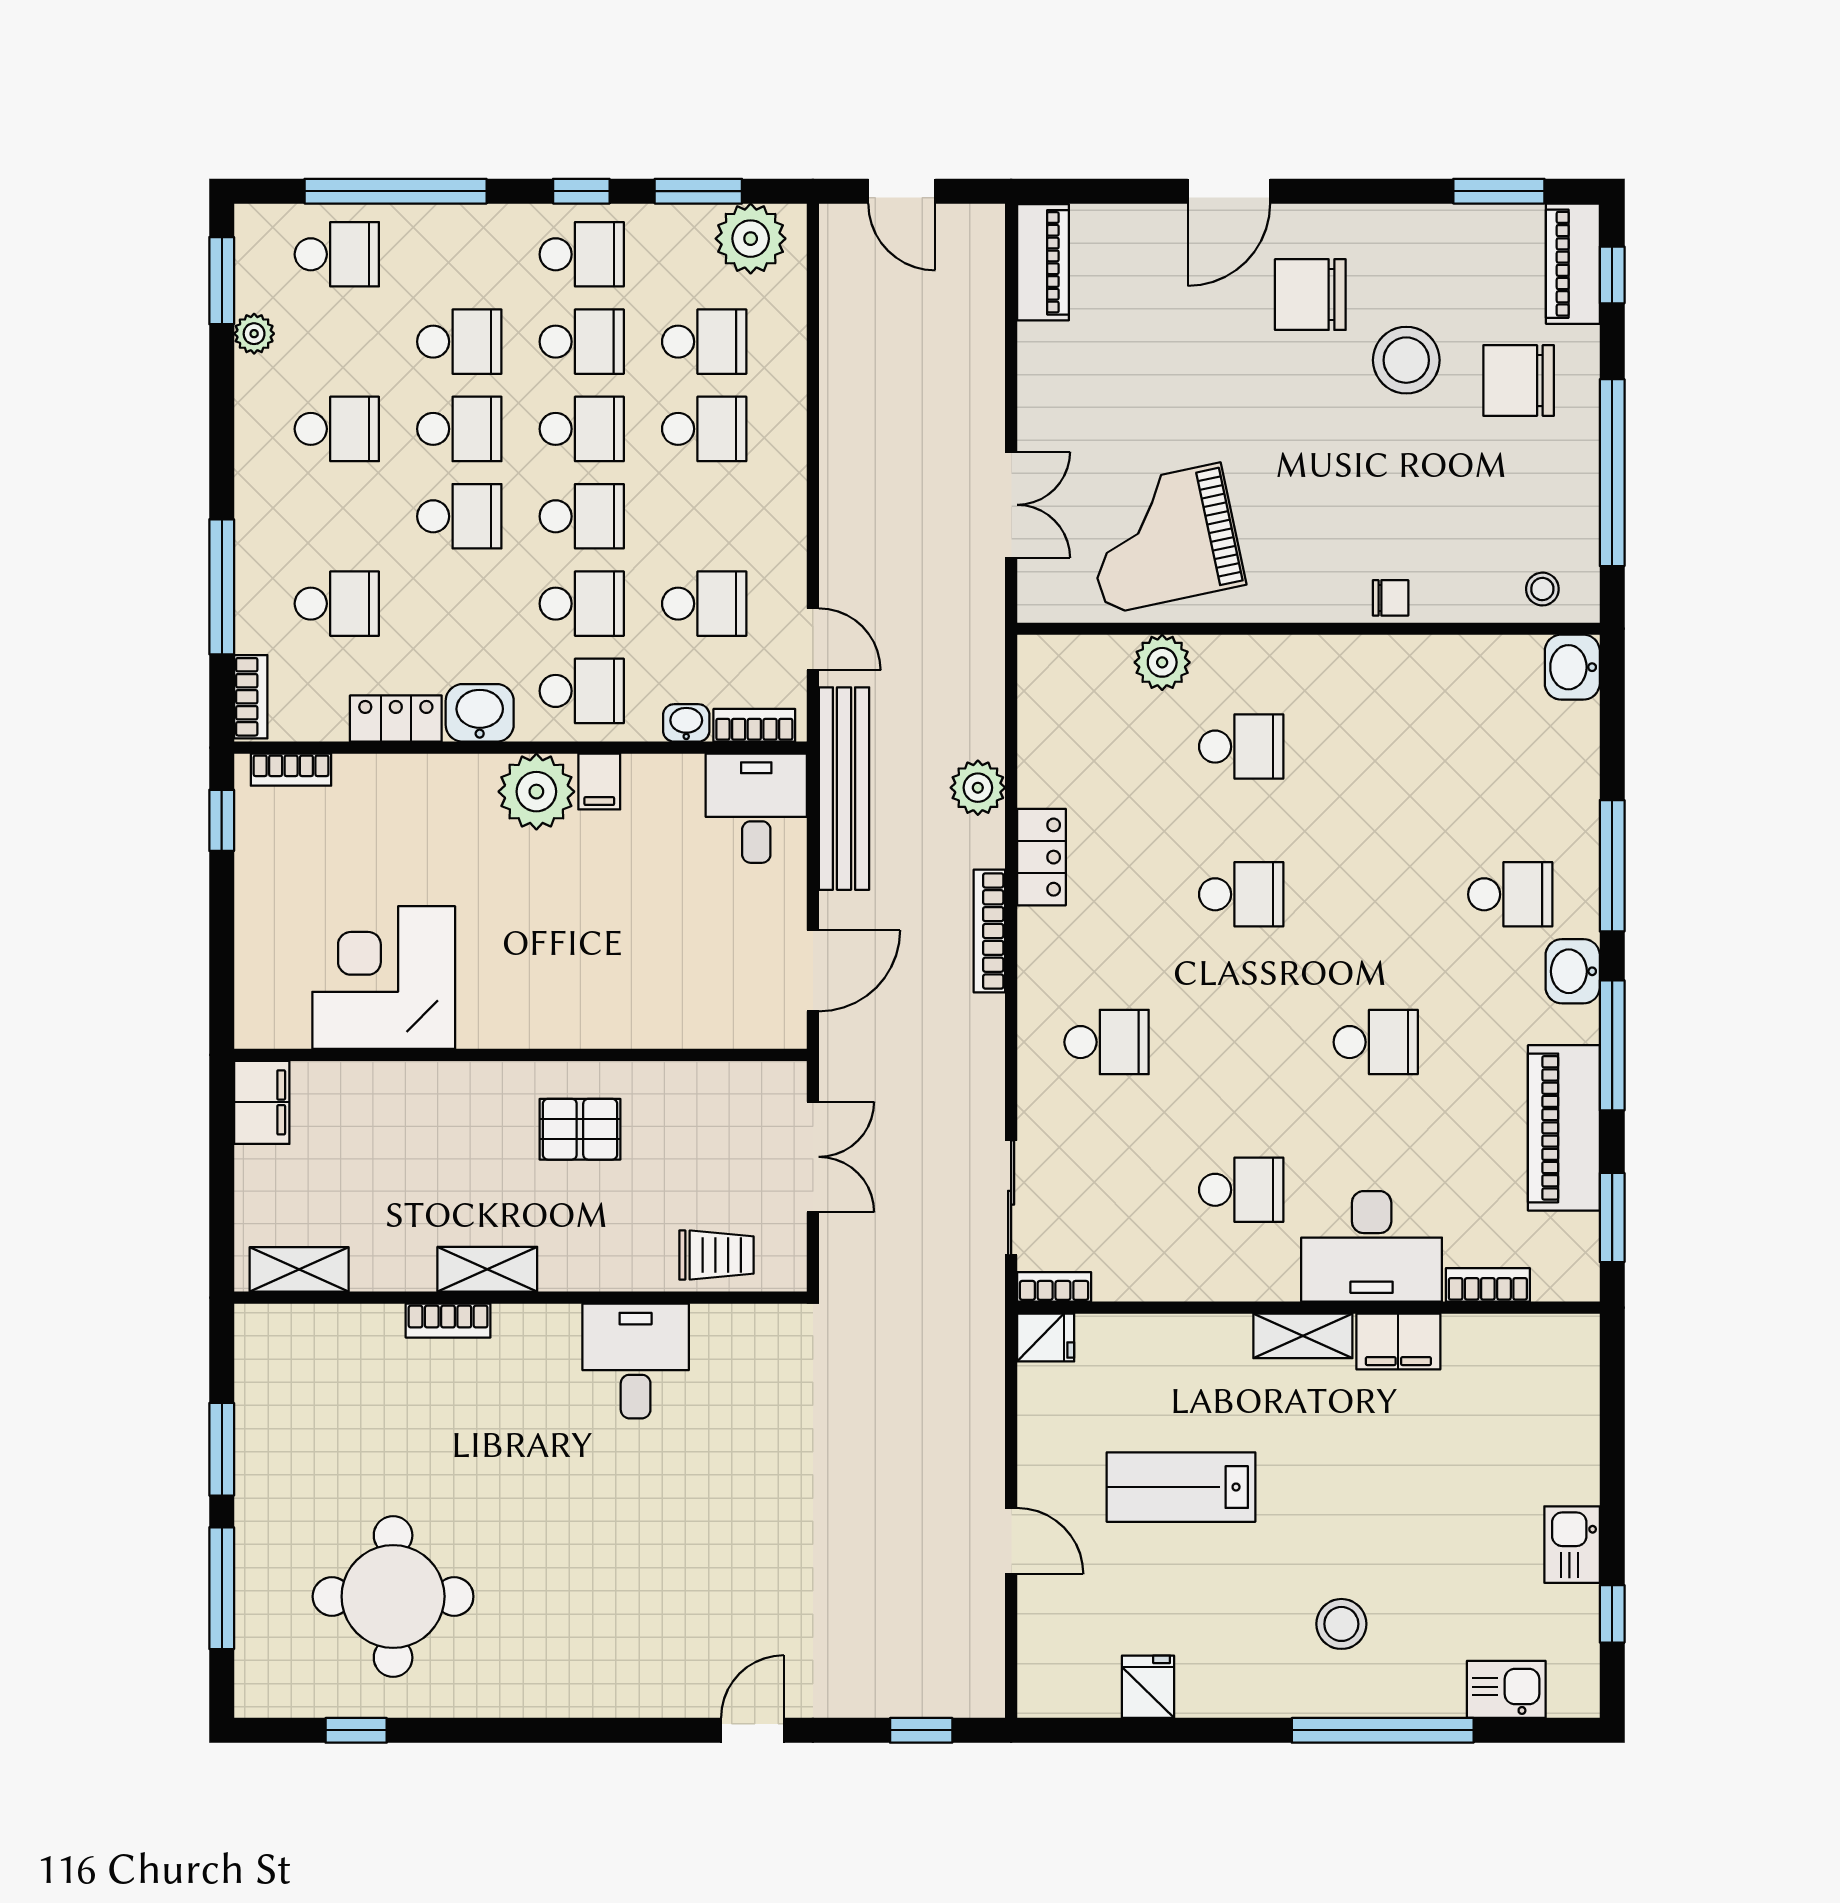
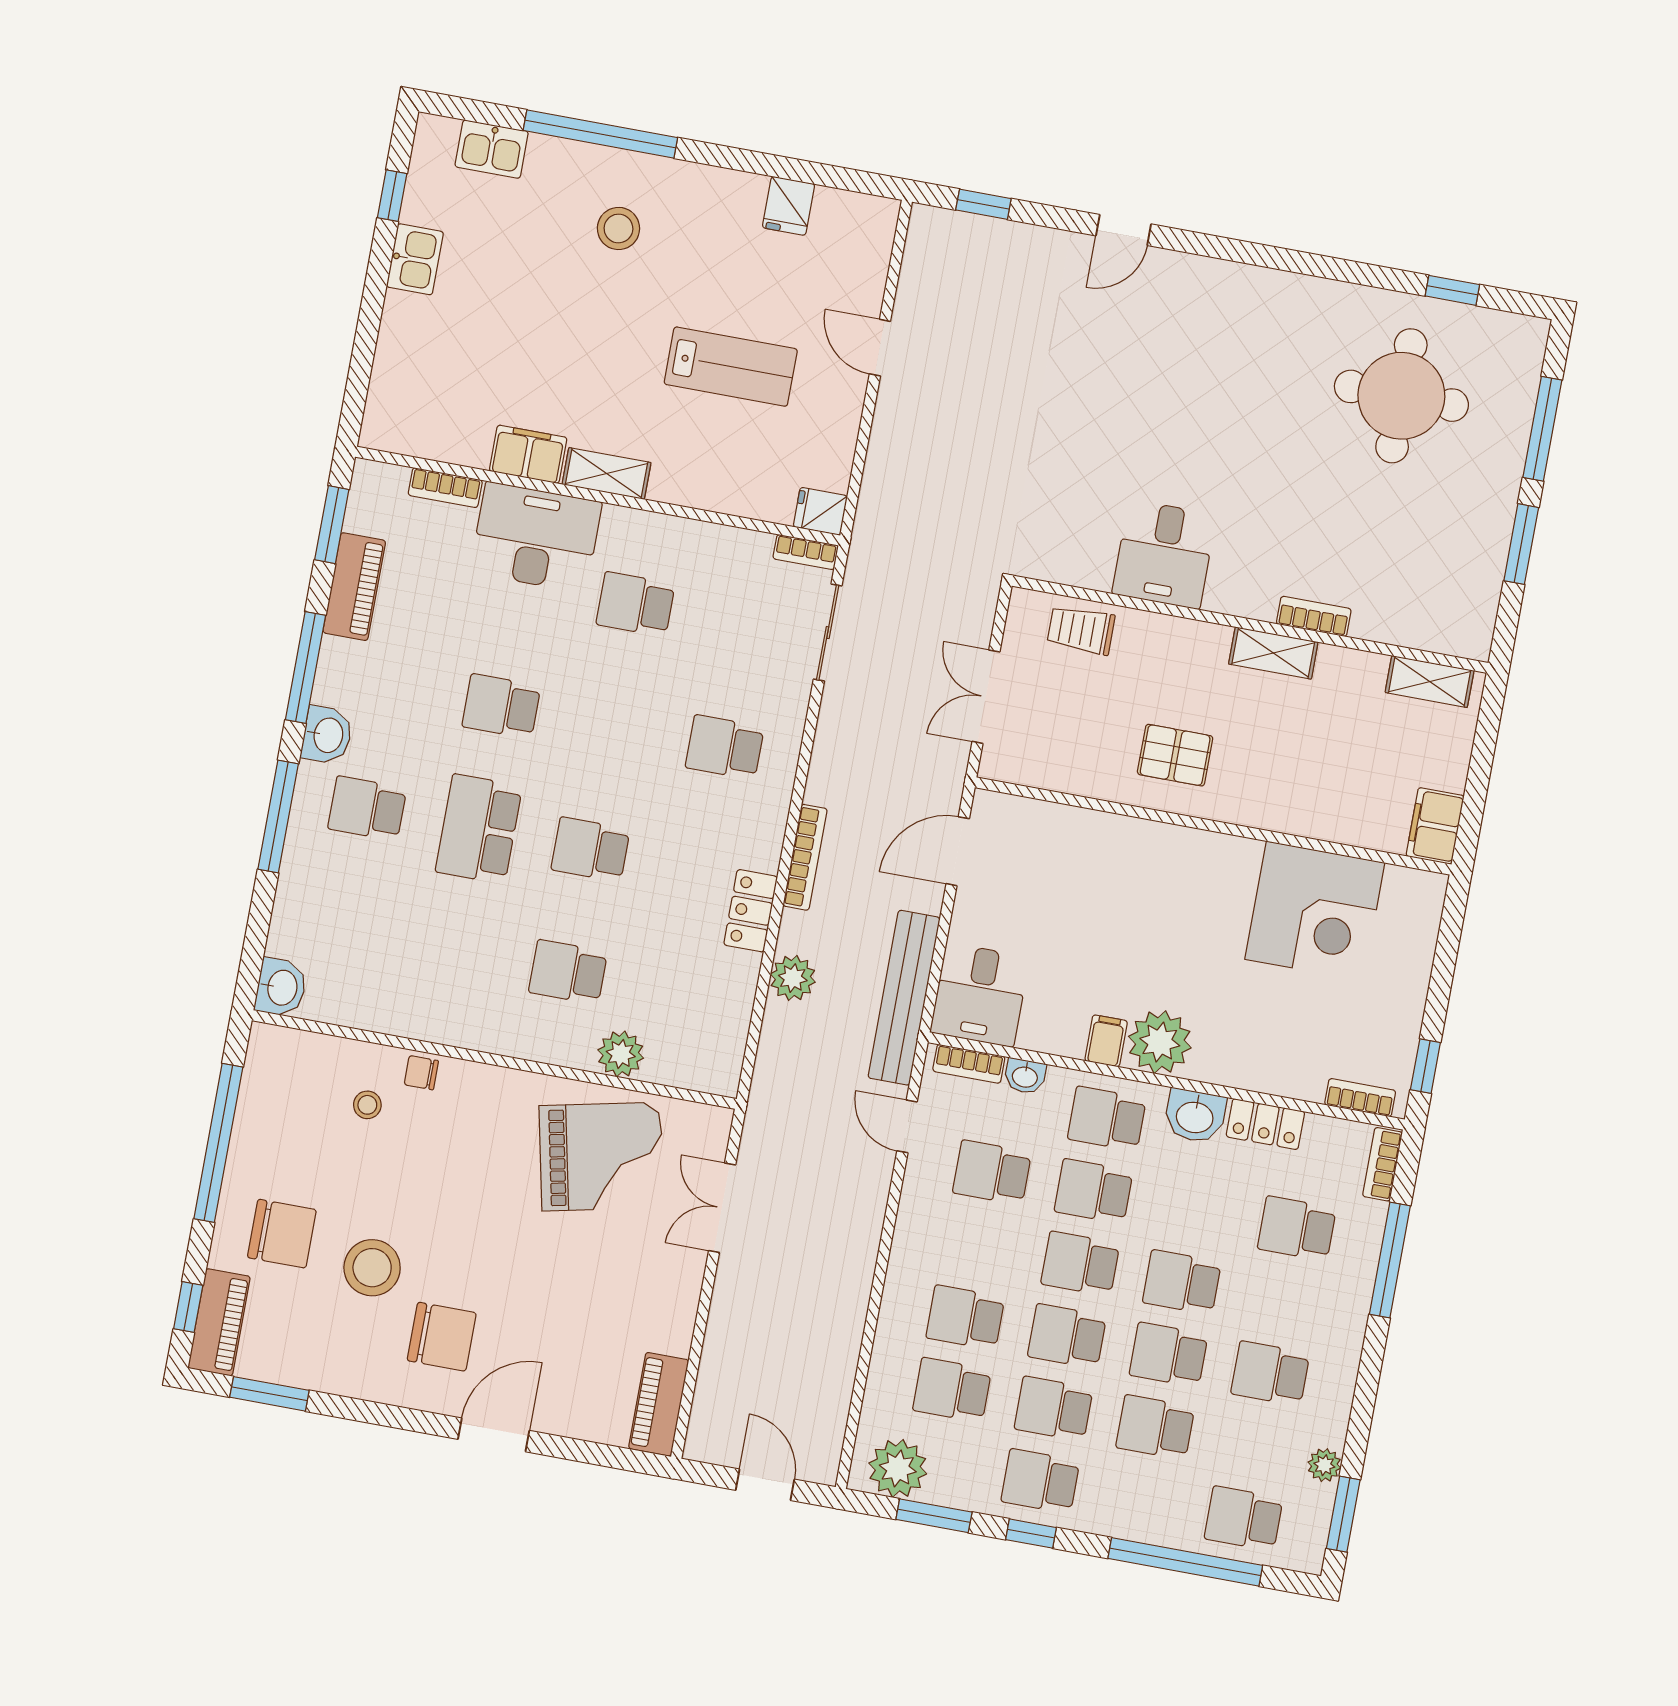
stool: (1542, 589) -> (367, 1105), moved
school desk: (1376, 894) -> (479, 829), added
piano: (1564, 1128) -> (354, 587), width x0.73, depth x0.75

